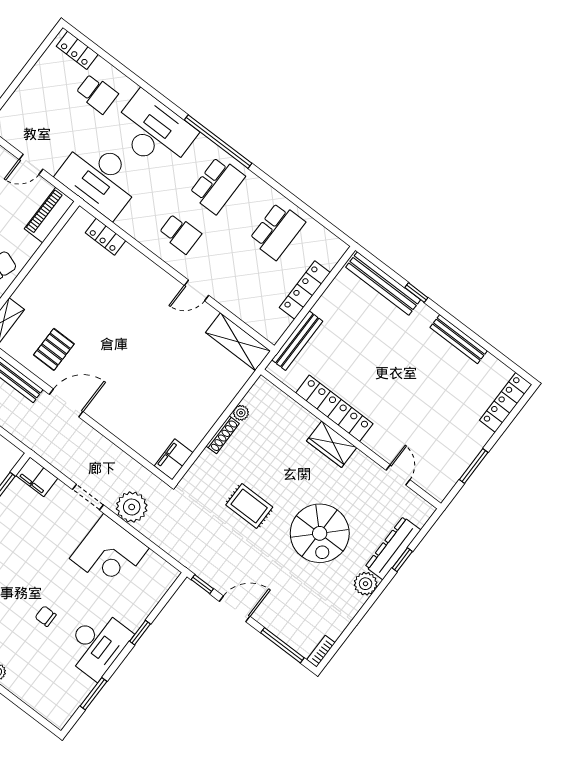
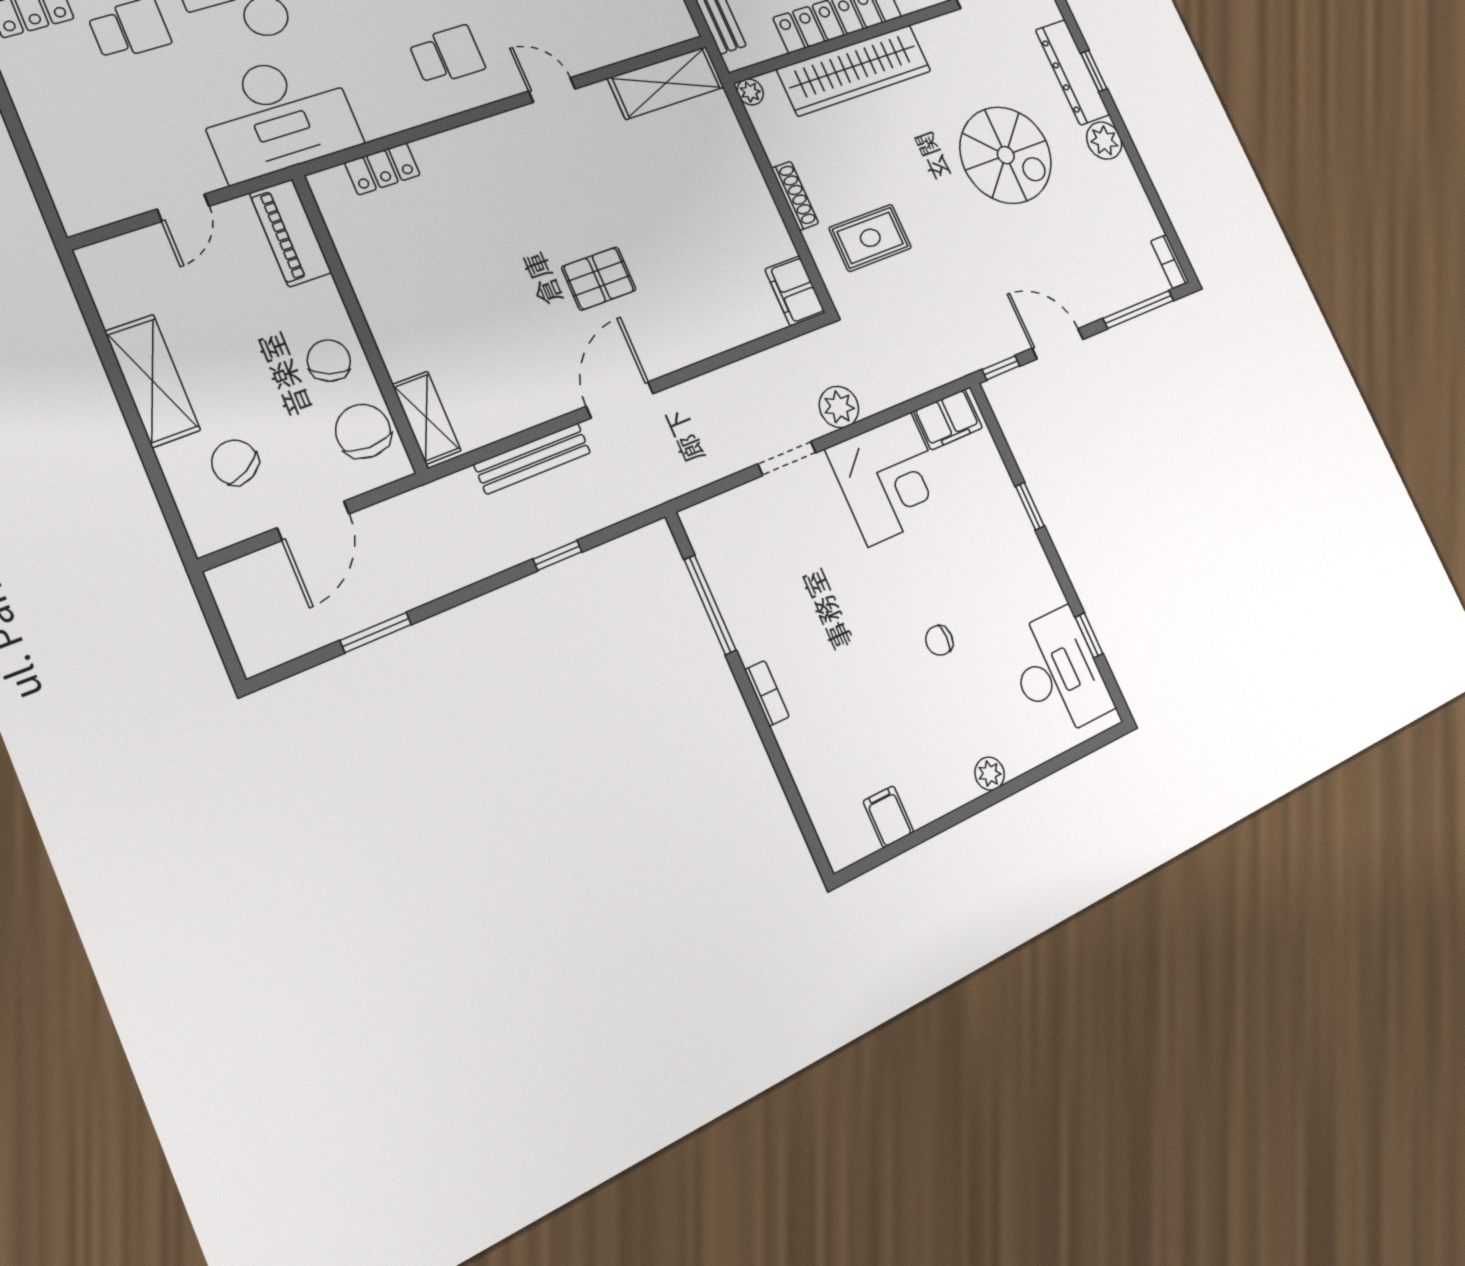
door: (196, 290) -> (552, 90), swing flipped
pallet: (54, 349) -> (599, 279), moved, turned 90
plant: (241, 413) -> (750, 92), moved
wardrobe: (332, 444) -> (854, 70), width x2.10, depth x1.17
filing cabinet: (37, 477) -> (948, 420), moved
rug: (249, 506) -> (870, 238), moved
plant: (132, 507) -> (839, 407), width x0.73, depth x0.73
door: (235, 609) -> (1058, 344), hinge flipped
desk: (97, 644) -> (1058, 673), moved
window: (93, 694) -> (1089, 635), width x0.67

